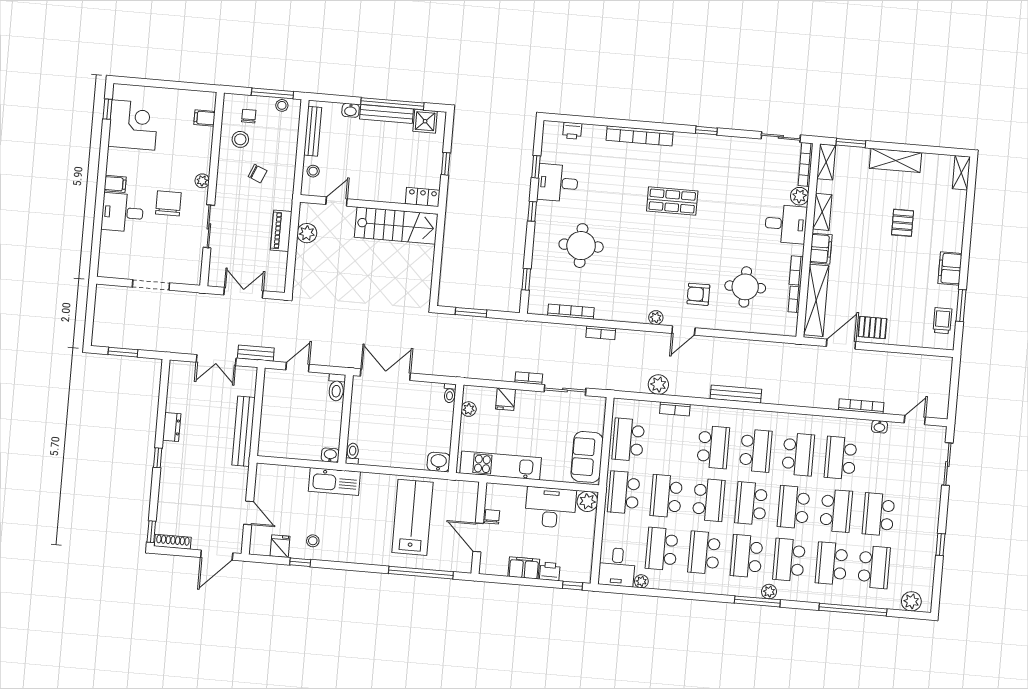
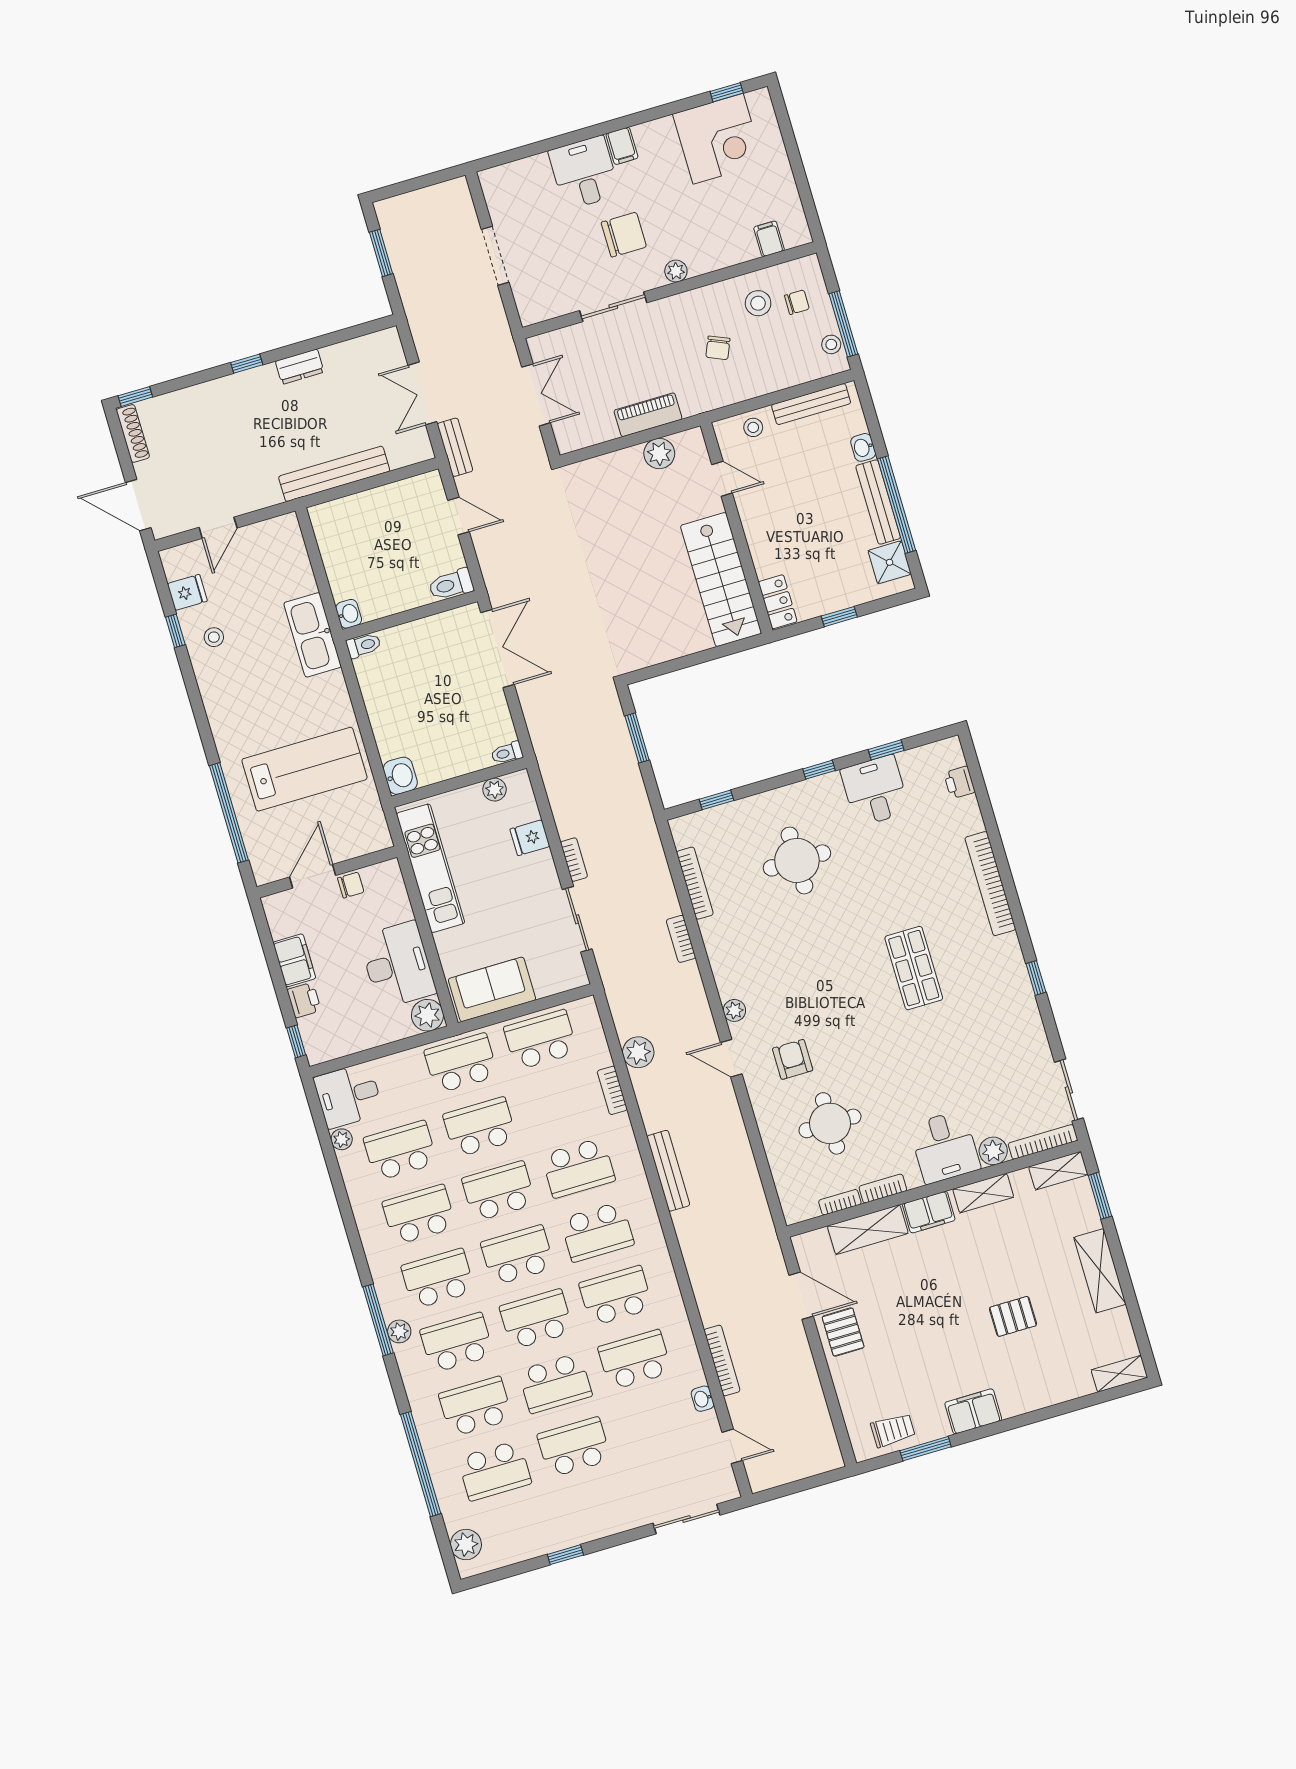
shelving: (816, 300) -> (868, 1230), width x0.68
school desk: (798, 454) -> (616, 1296), turned 180
school desk: (709, 500) -> (499, 1191), turned 180

